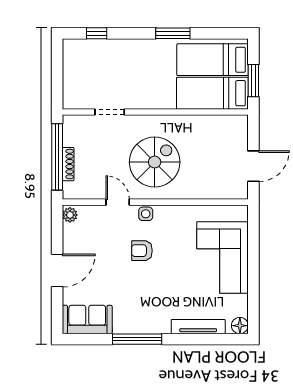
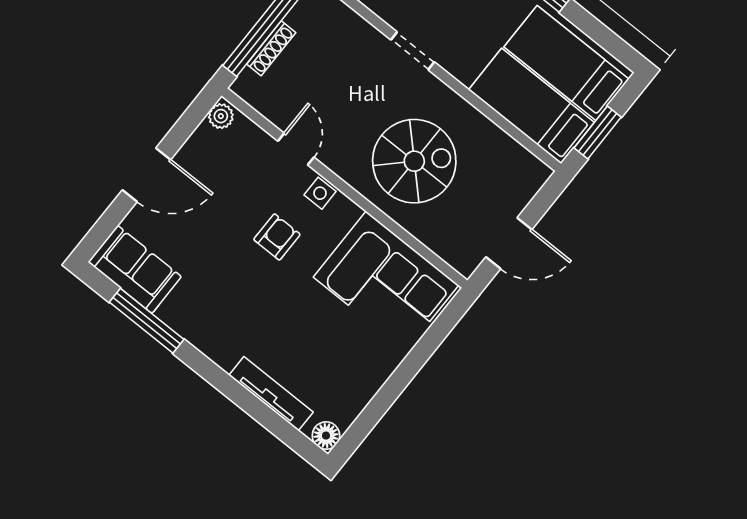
doorway: (110, 112) -> (413, 51), moved
spiral stairs: (155, 162) -> (414, 161), moved
armchair: (142, 251) -> (277, 237), turned 90
corner sofa: (223, 257) -> (386, 281), moved, turned -90
window: (137, 339) -> (147, 321), moved

